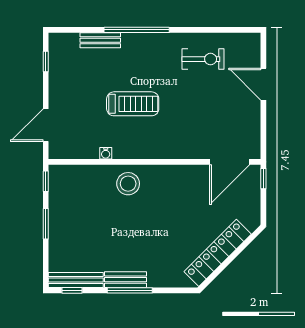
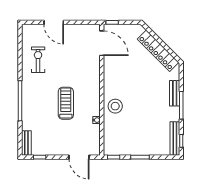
bench: (100, 40) -> (26, 143), moved
door: (263, 84) -> (54, 22), hinge flipped
bench: (126, 280) -> (175, 93), moved

